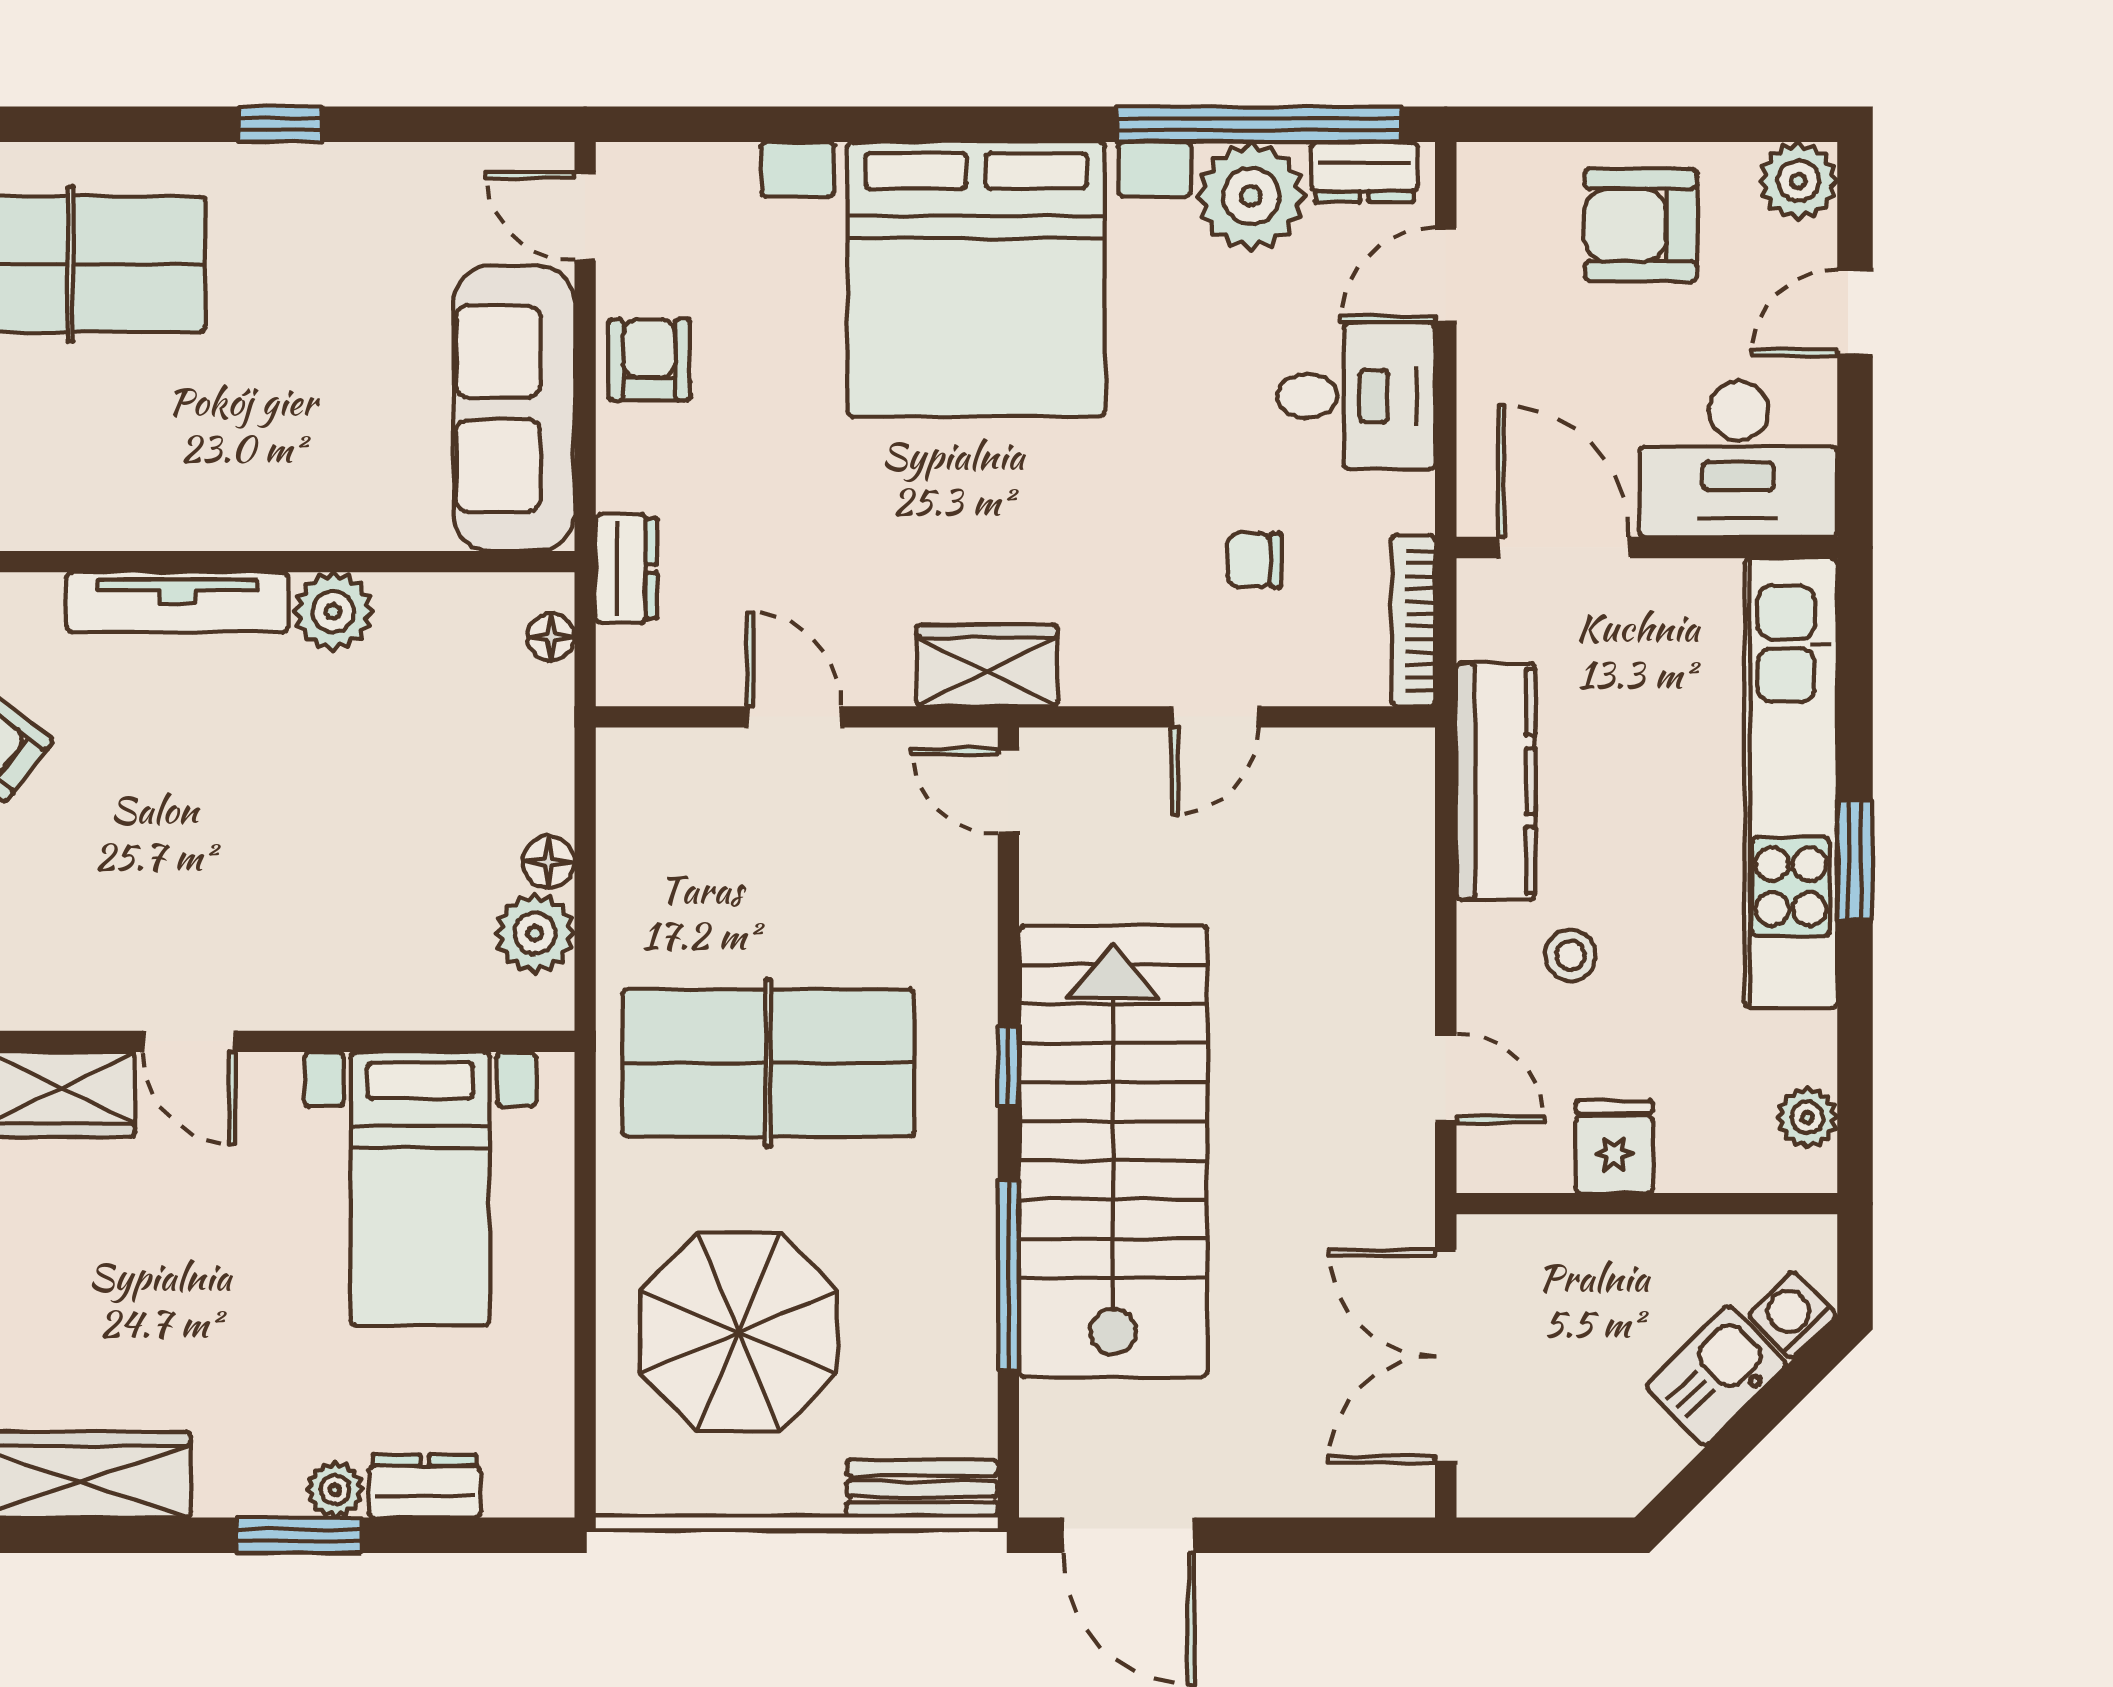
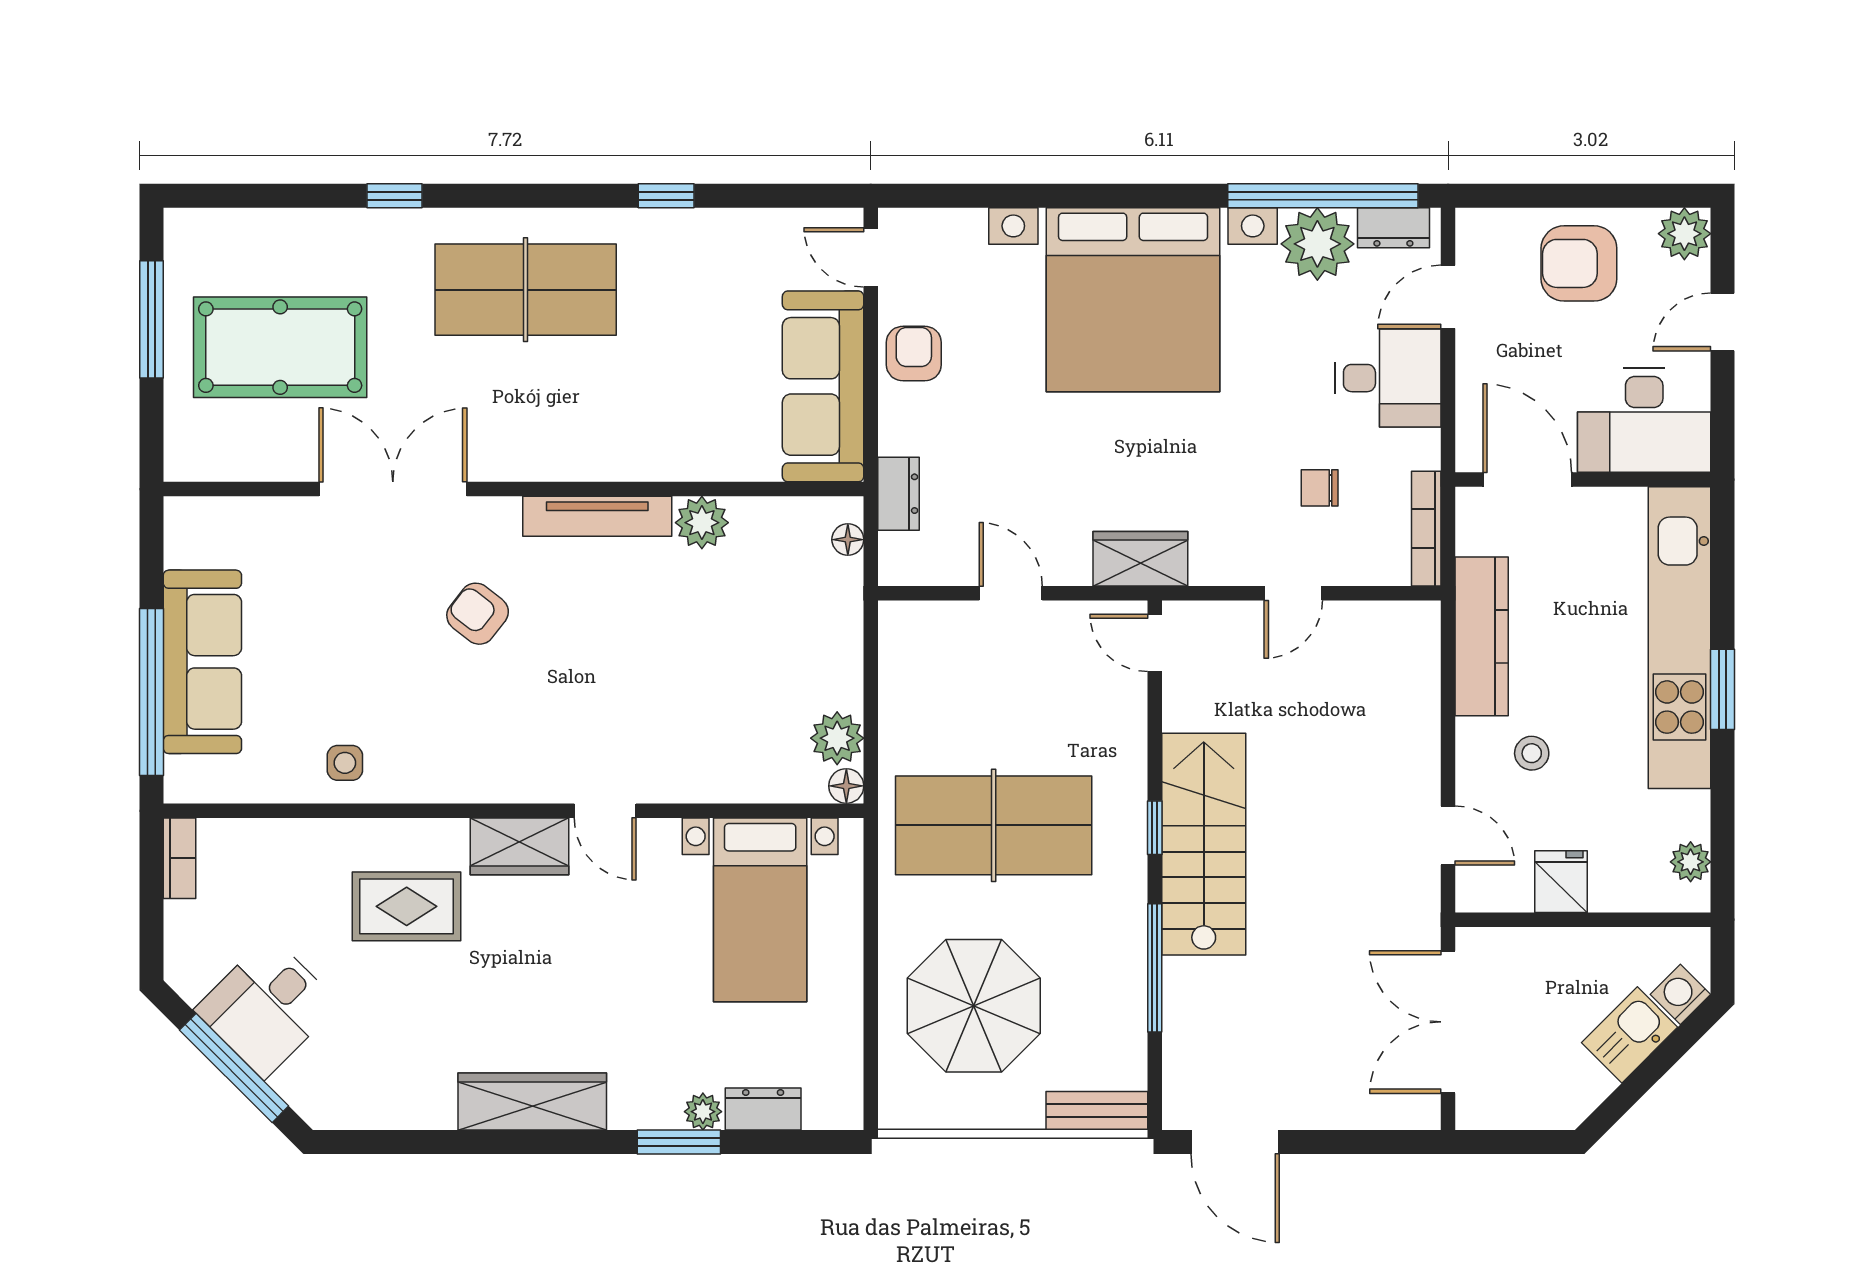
floor lamp: (549, 862) -> (846, 786), moved
stairs: (1113, 1151) -> (1204, 844), width x0.73, depth x0.66

